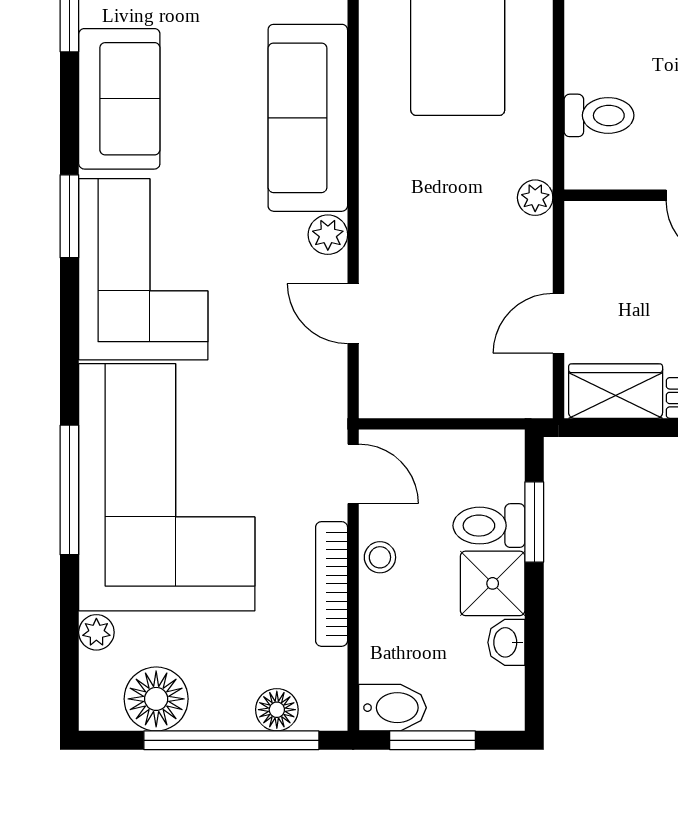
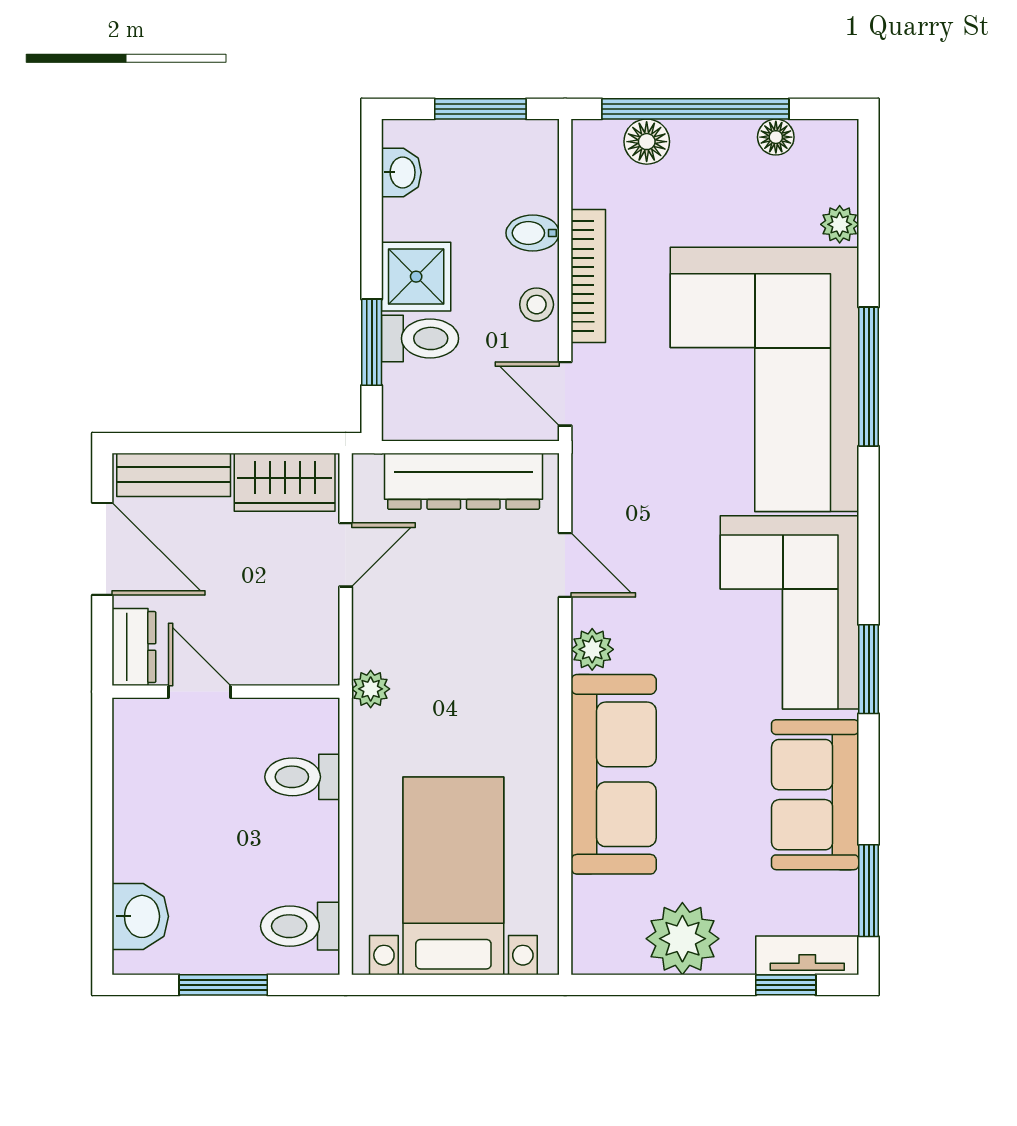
dresser: (448, 392) -> (464, 481), added
washbasin: (506, 642) -> (401, 172), moved
floor lamp: (156, 699) -> (776, 137), width x0.53, depth x0.53
bidet: (393, 708) -> (533, 233), moved, width x0.72, depth x0.74

